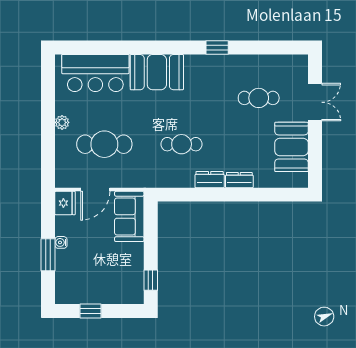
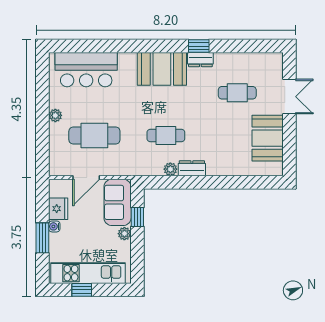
booth: (157, 72) -> (162, 69), moved
dresser: (239, 180) -> (200, 60), moved, turned 180
plant: (186, 181) -> (170, 169), added
fridge: (65, 203) -> (58, 209), moved
plant: (137, 250) -> (124, 234), added
window: (151, 280) -> (137, 217), moved
kitchen unit: (97, 293) -> (88, 273), added

